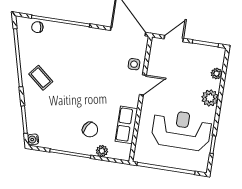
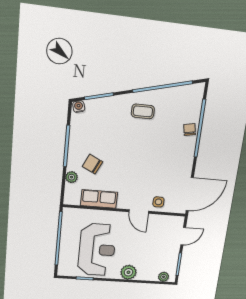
chair: (37, 27) -> (190, 130), moved
door: (174, 39) -> (183, 236), hinge flipped
plant: (217, 74) -> (164, 277), moved
coffee table: (41, 78) -> (143, 111), turned 50
chair: (90, 130) -> (92, 164), turned 87

